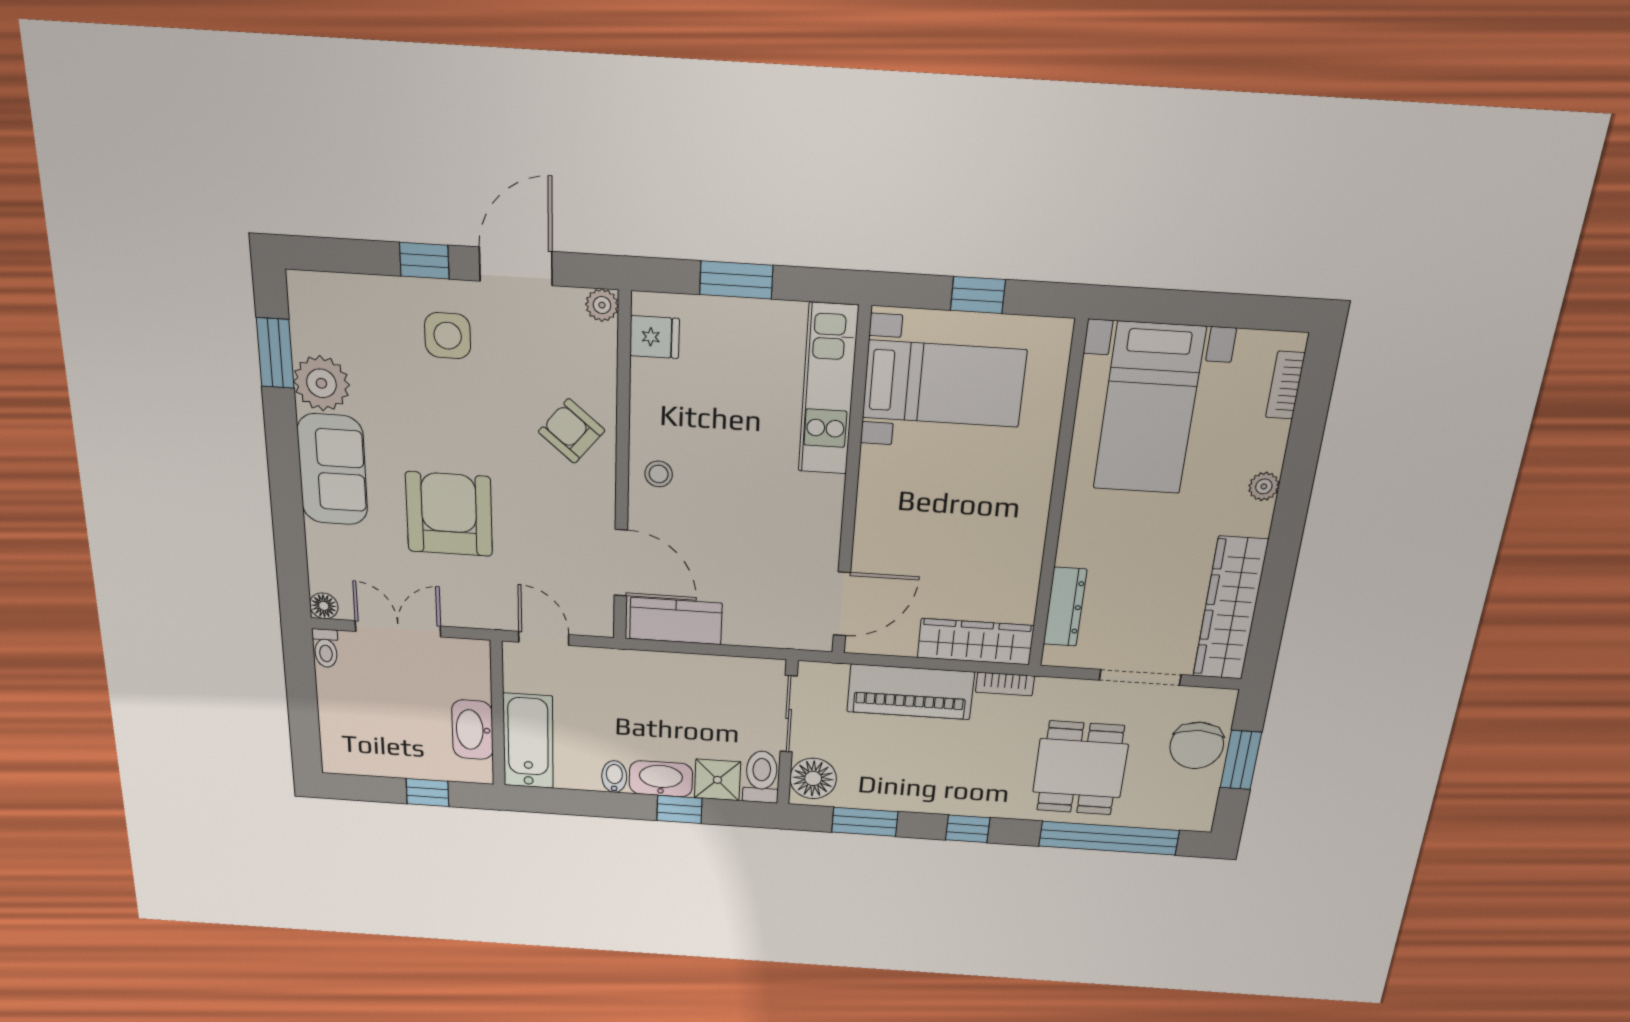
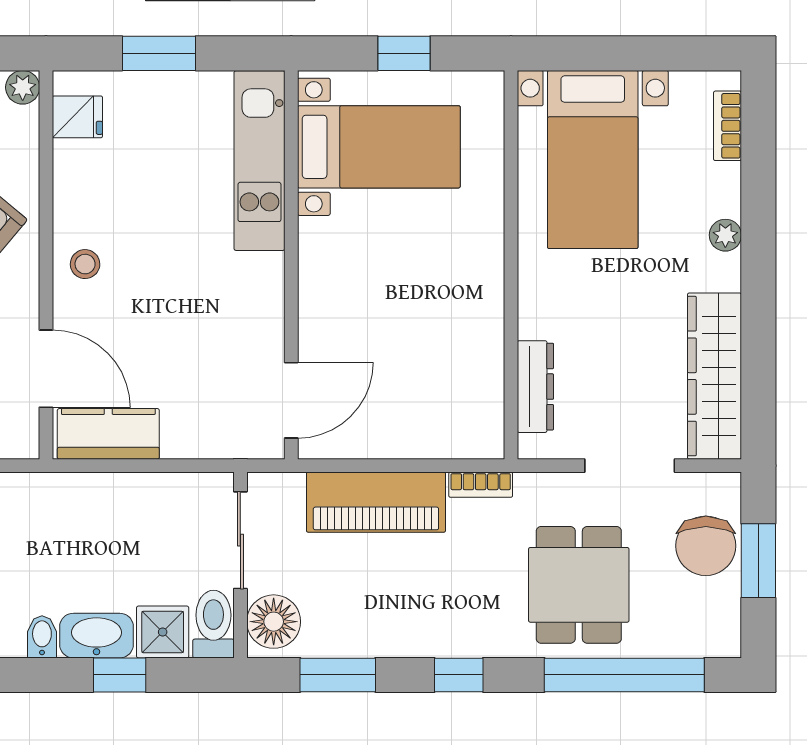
wardrobe: (976, 642) -> (442, 435), removed

